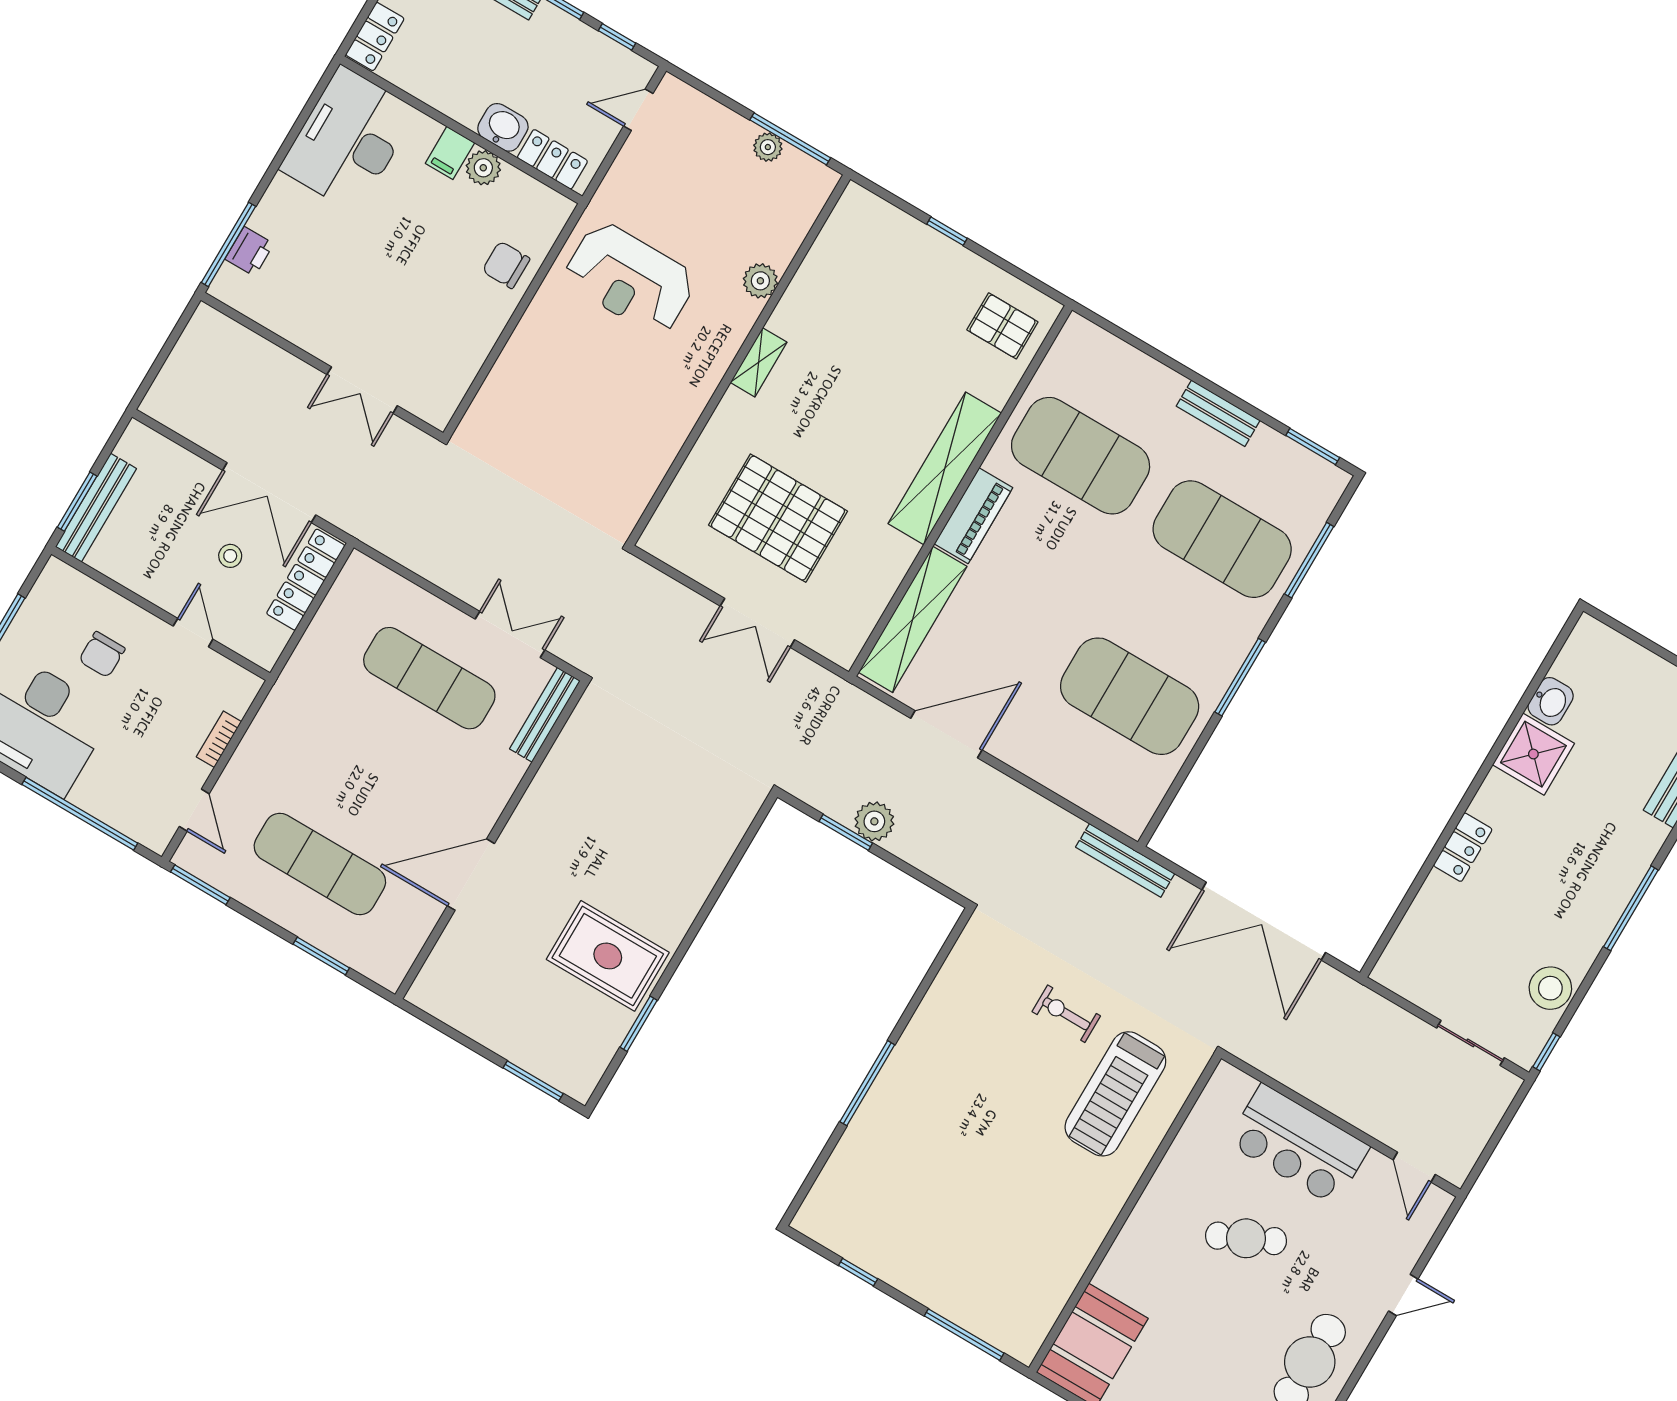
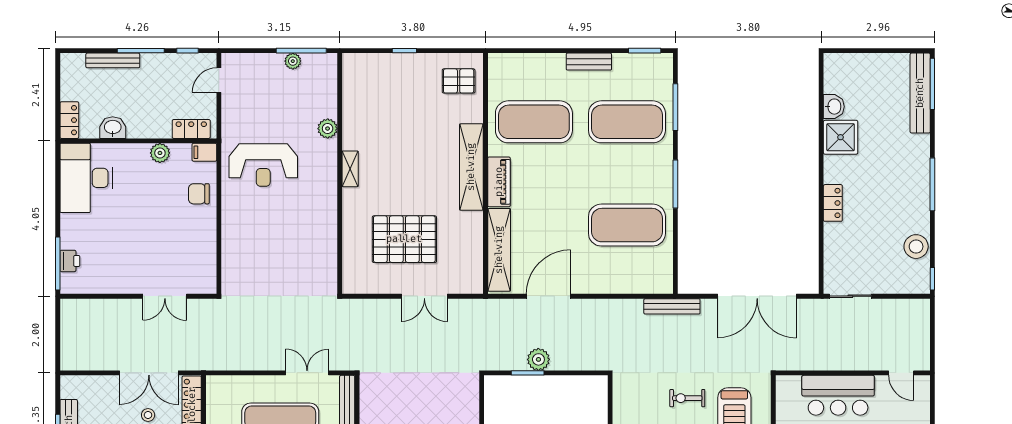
washbasin: (503, 127) -> (113, 128), moved
filing cabinet: (450, 153) -> (204, 152), moved, turned 90
sliding door: (1470, 1043) -> (850, 296), moved

